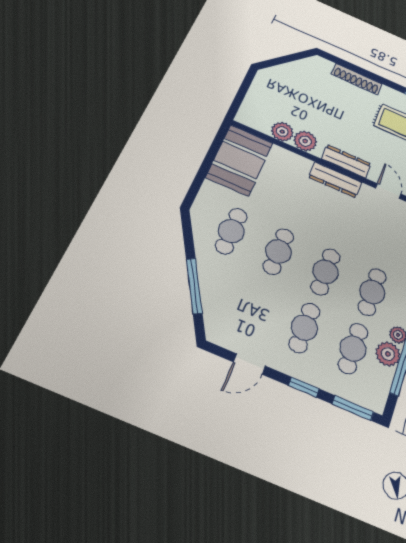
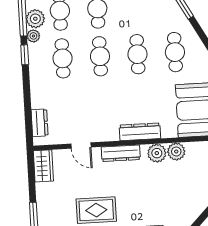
dresser: (335, 180) -> (140, 132), moved

